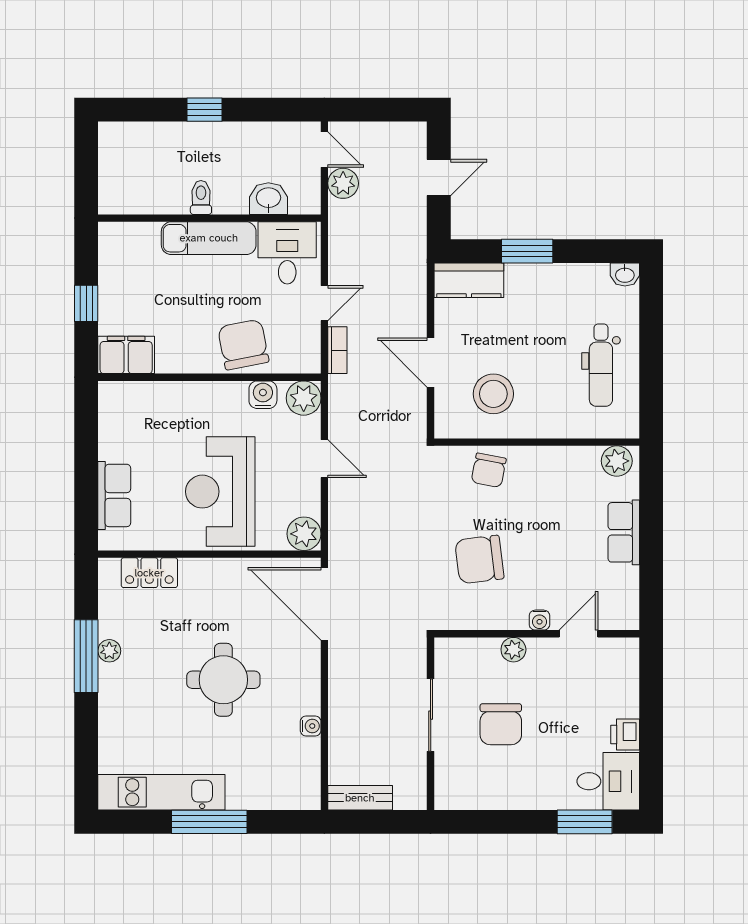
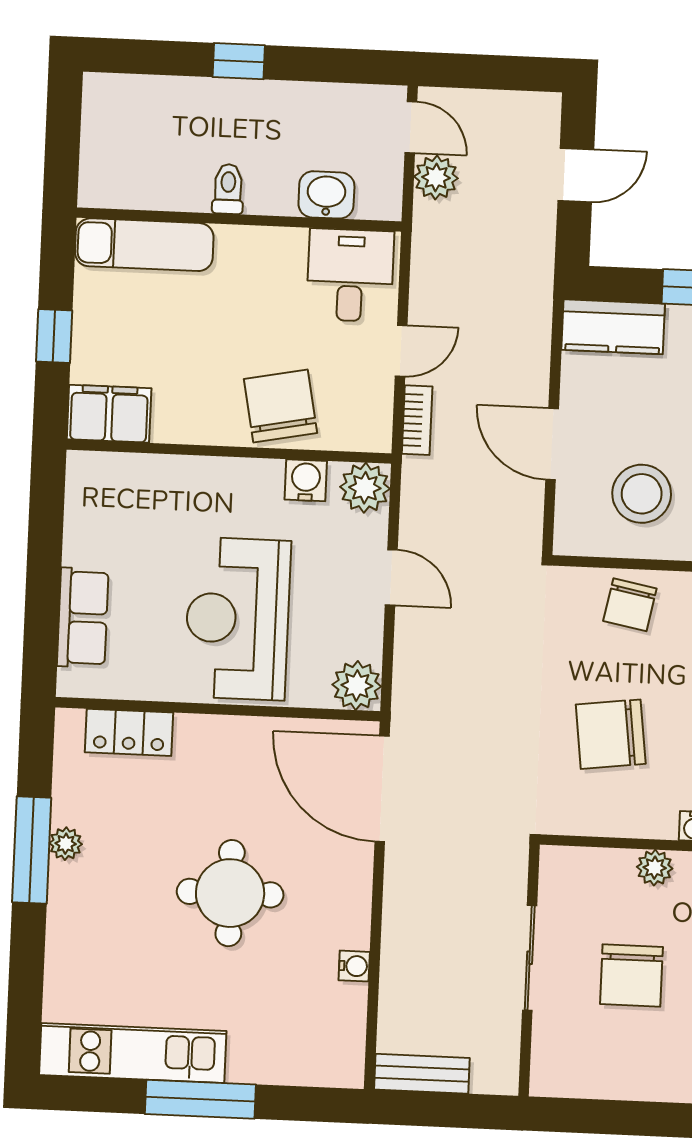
exam couch: (209, 238) -> (144, 245), moved

